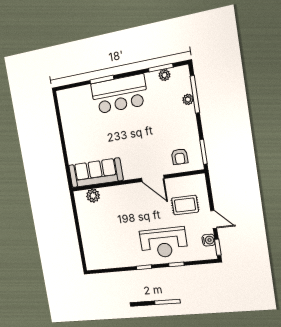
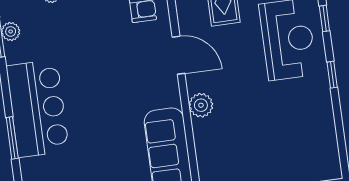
door: (153, 178) -> (179, 55), hinge flipped
plant: (93, 196) -> (201, 105), moved

